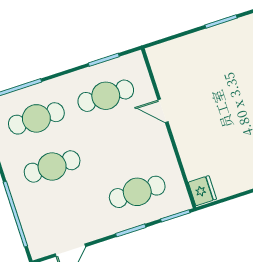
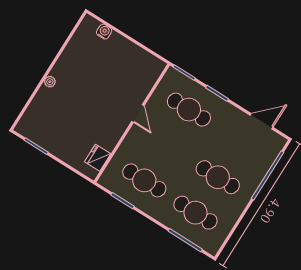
door: (163, 111) -> (138, 114), moved
fridge: (202, 191) -> (98, 158), moved

